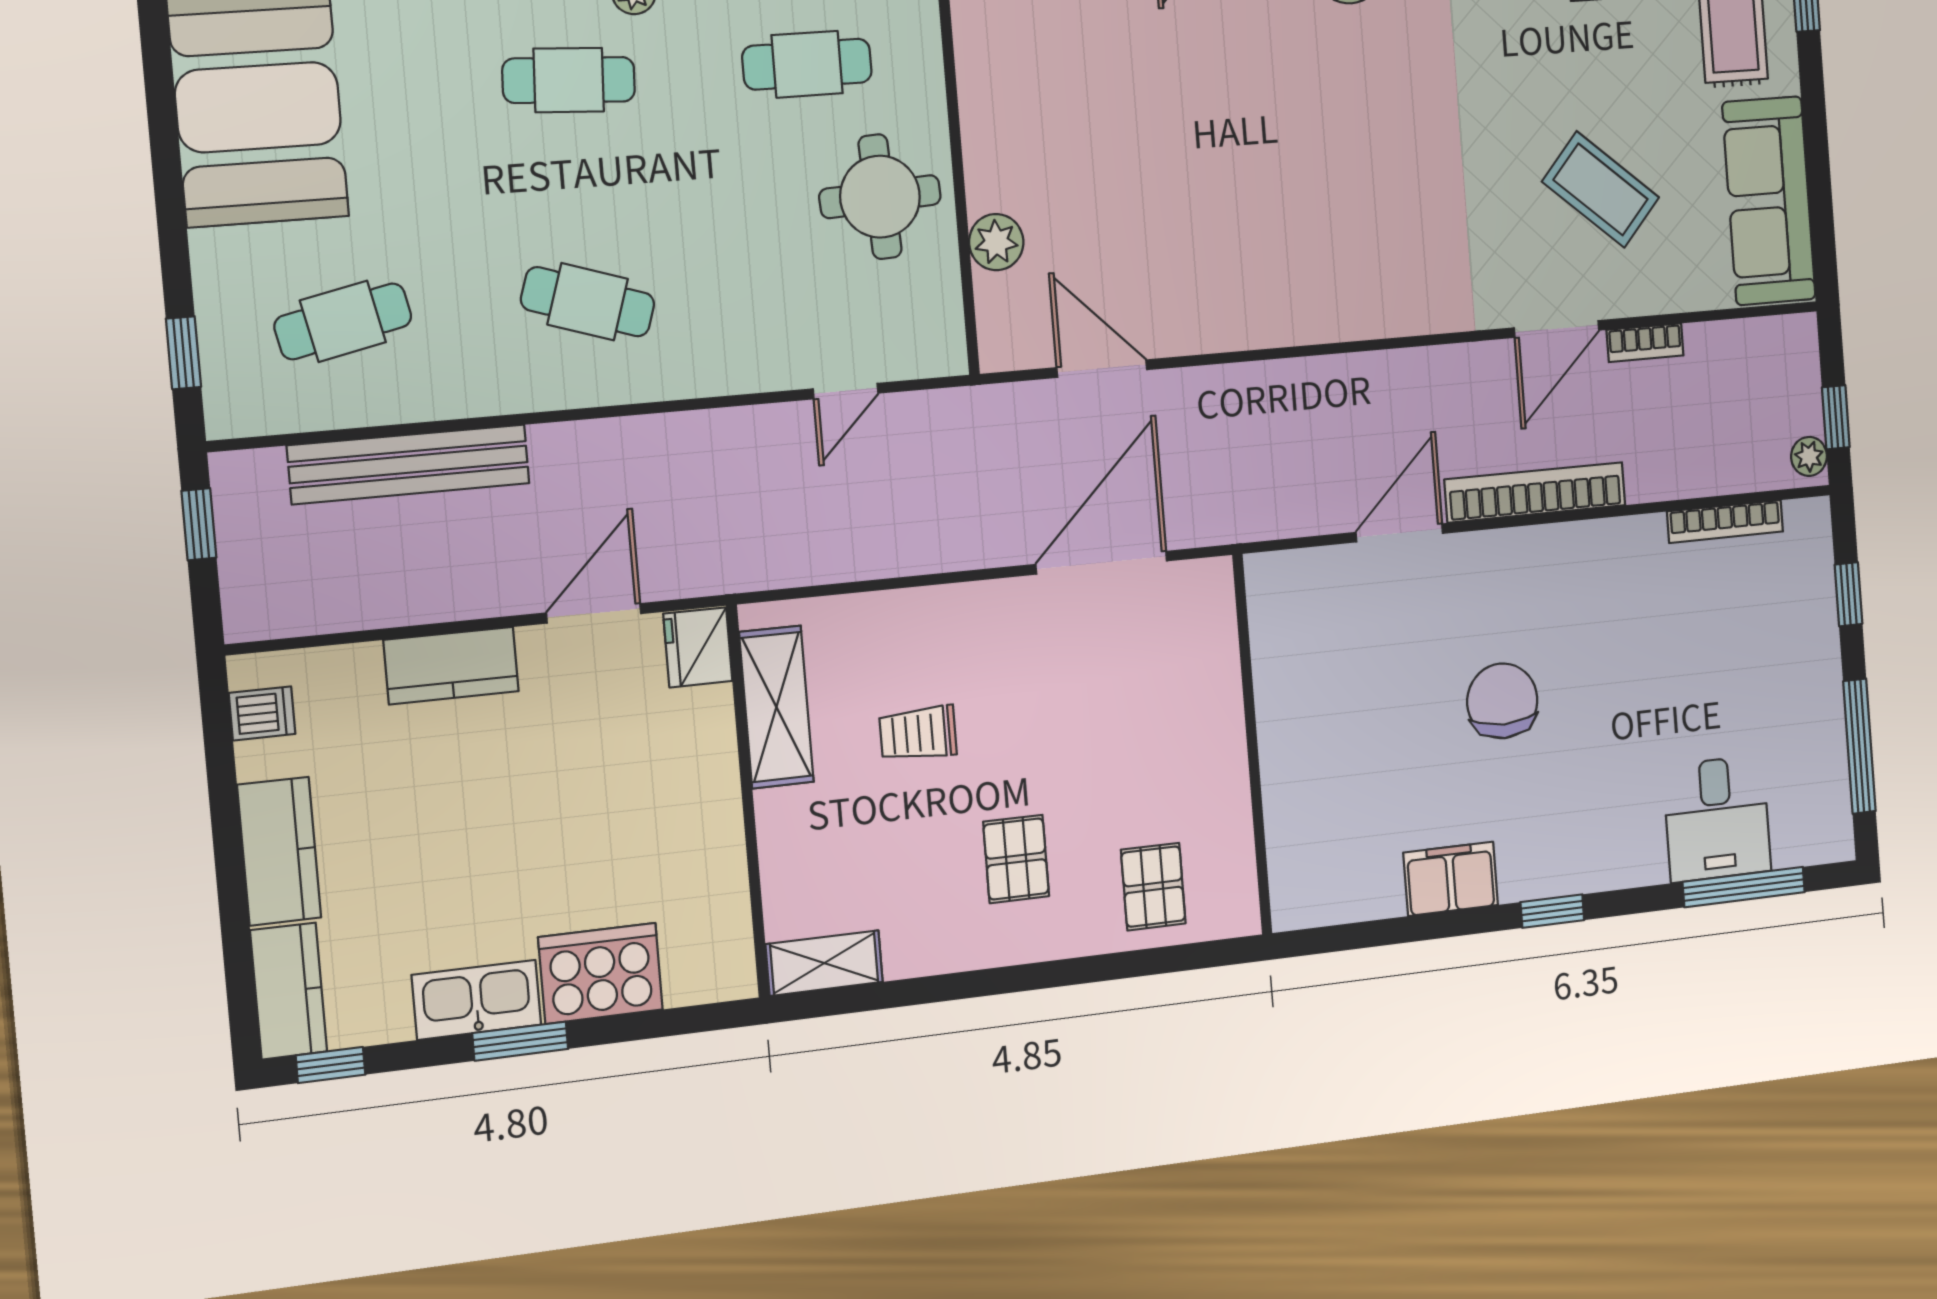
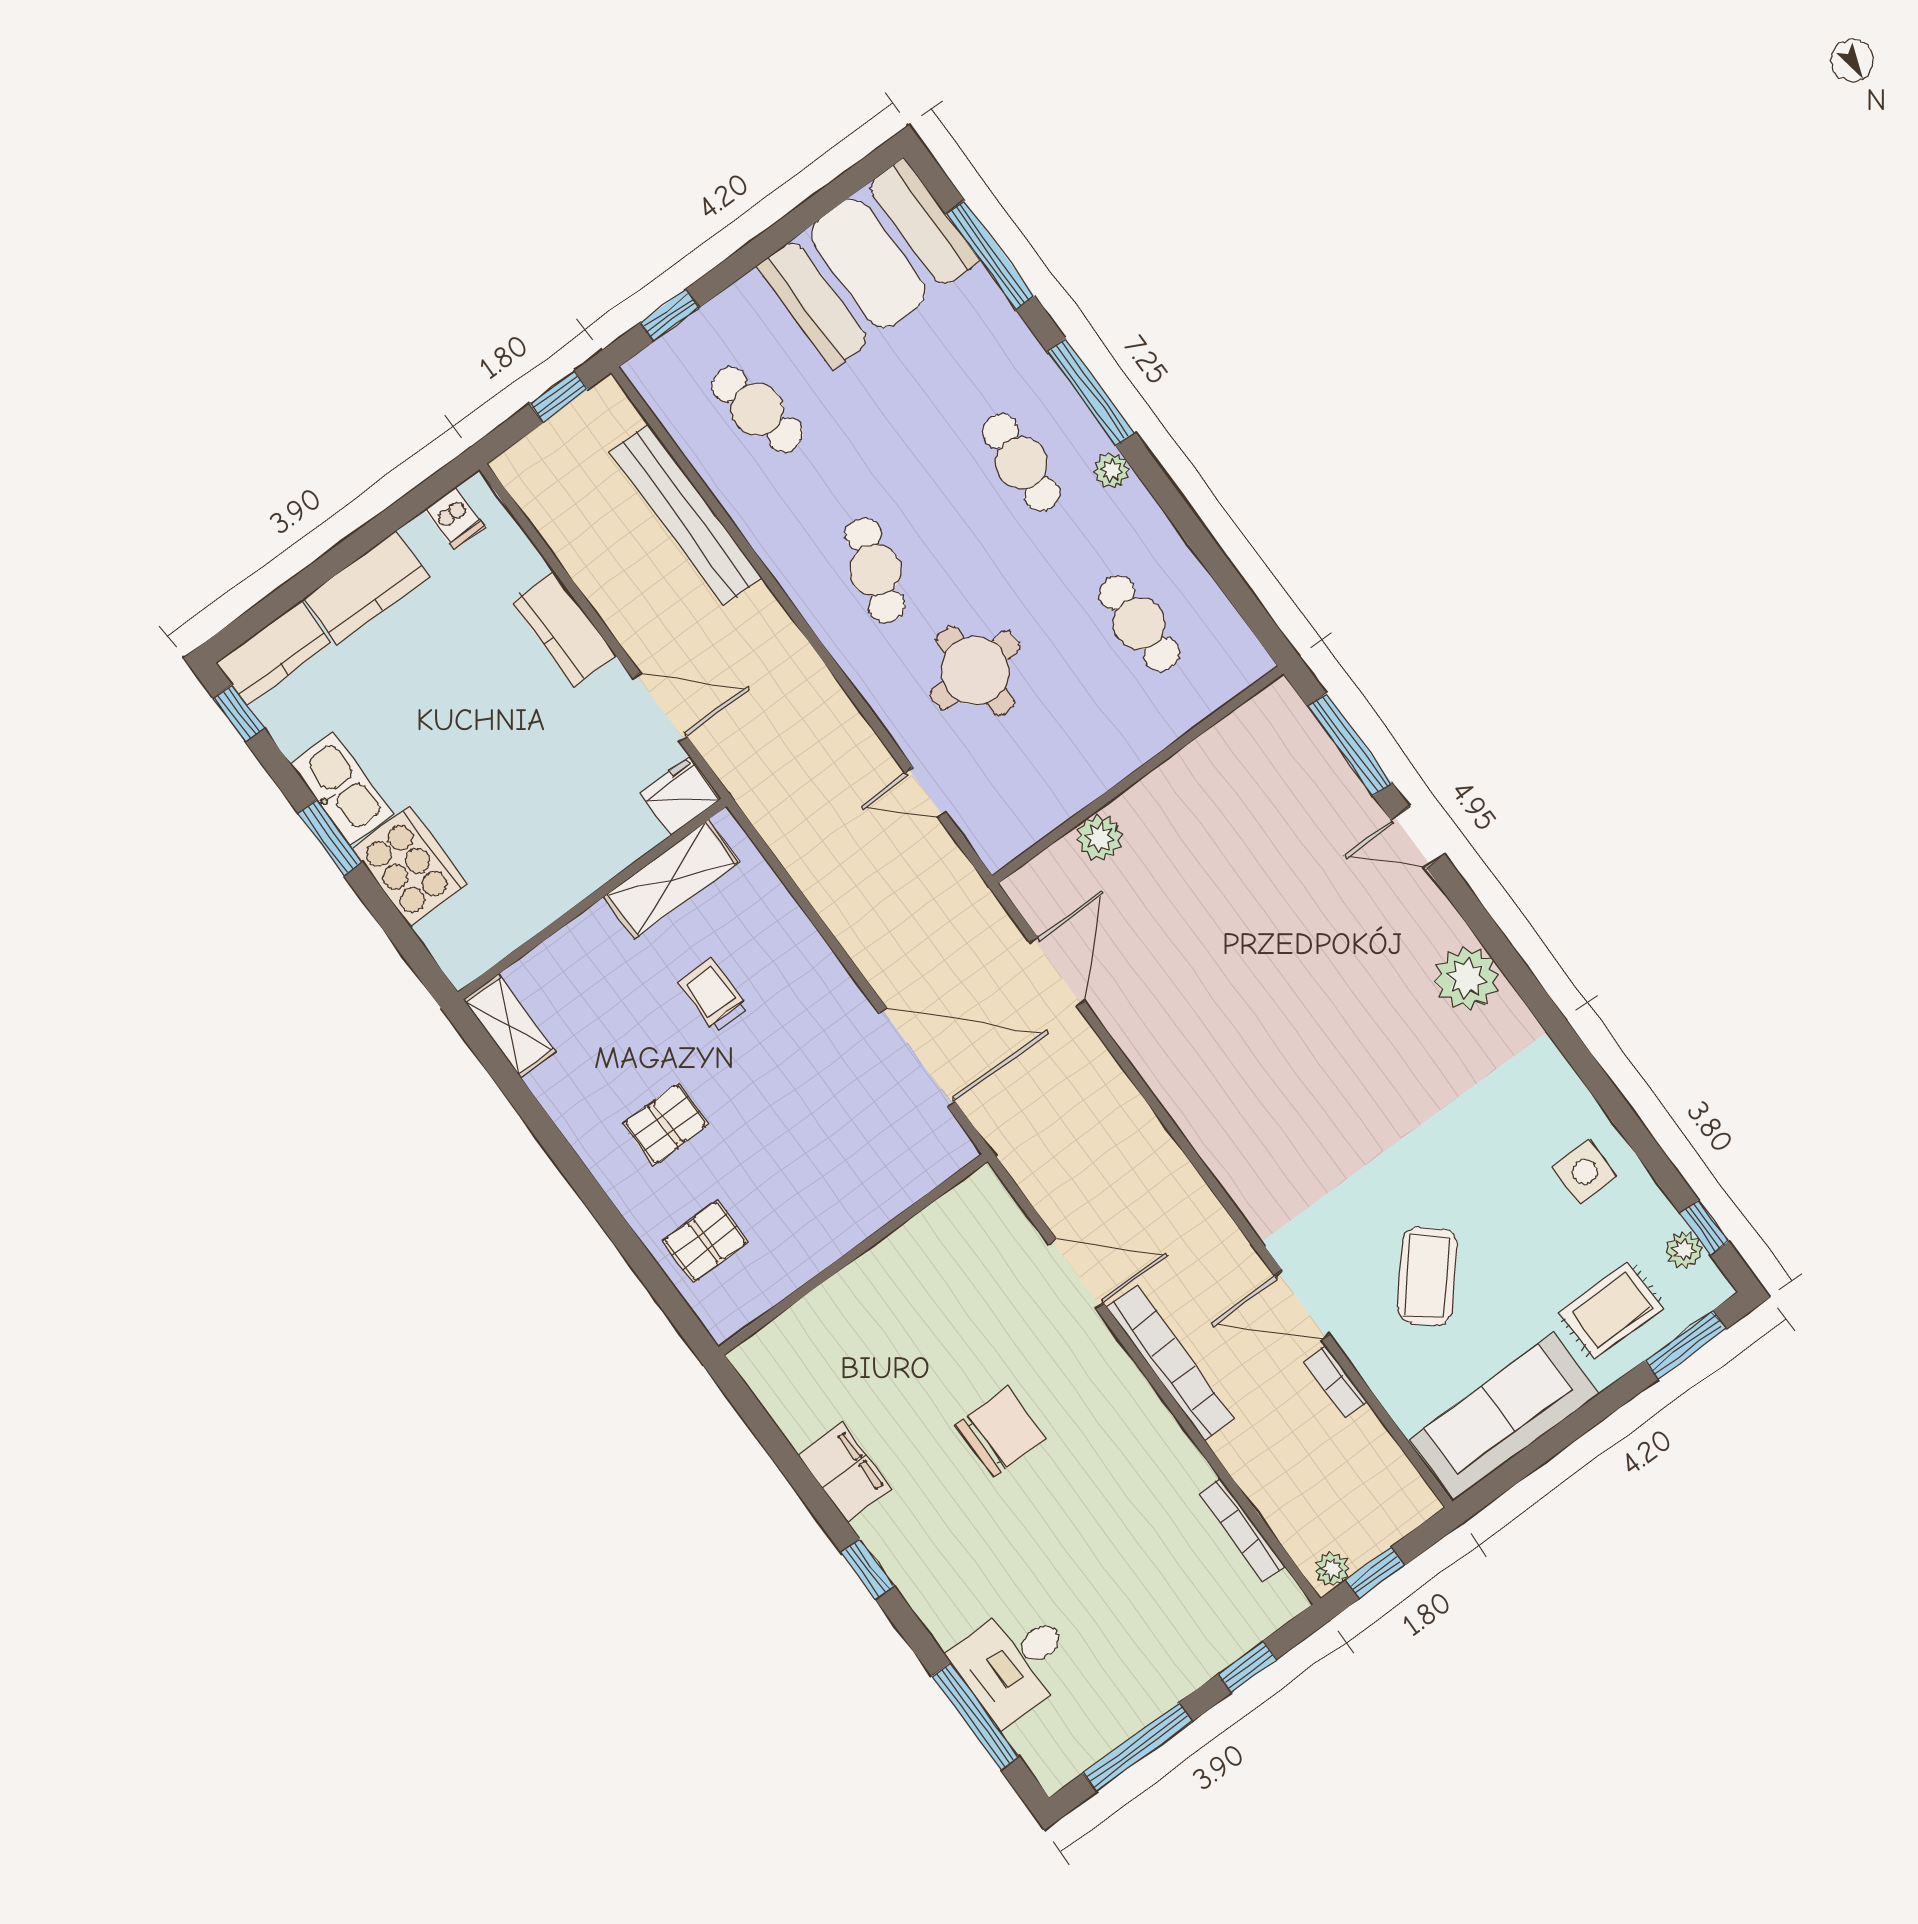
round table: (880, 197) -> (975, 671), moved

